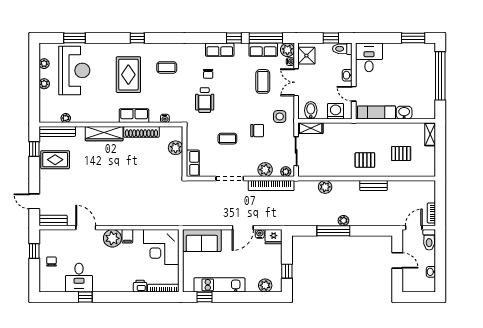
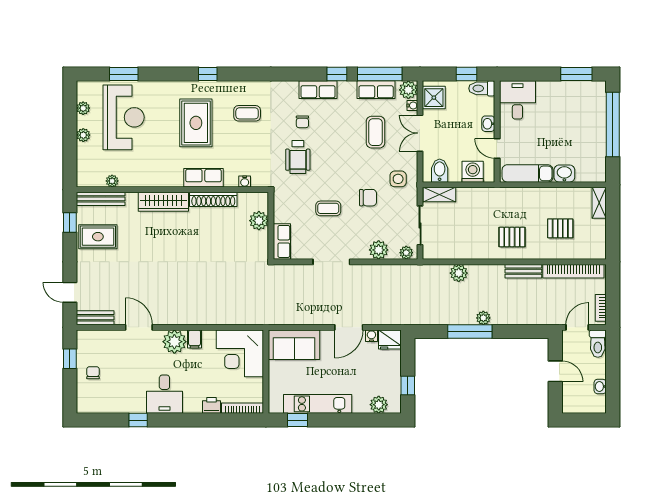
bookcase: (271, 186) -> (573, 271), moved
desk: (79, 278) -> (164, 394), moved

